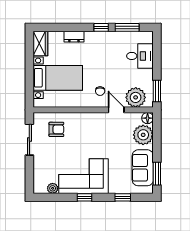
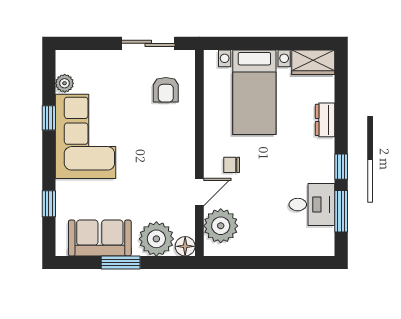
desk: (140, 56) -> (312, 205), moved, turned -90
window: (157, 91) -> (232, 263), removed
window: (157, 174) -> (121, 263), moved
window: (85, 197) -> (49, 118), moved

